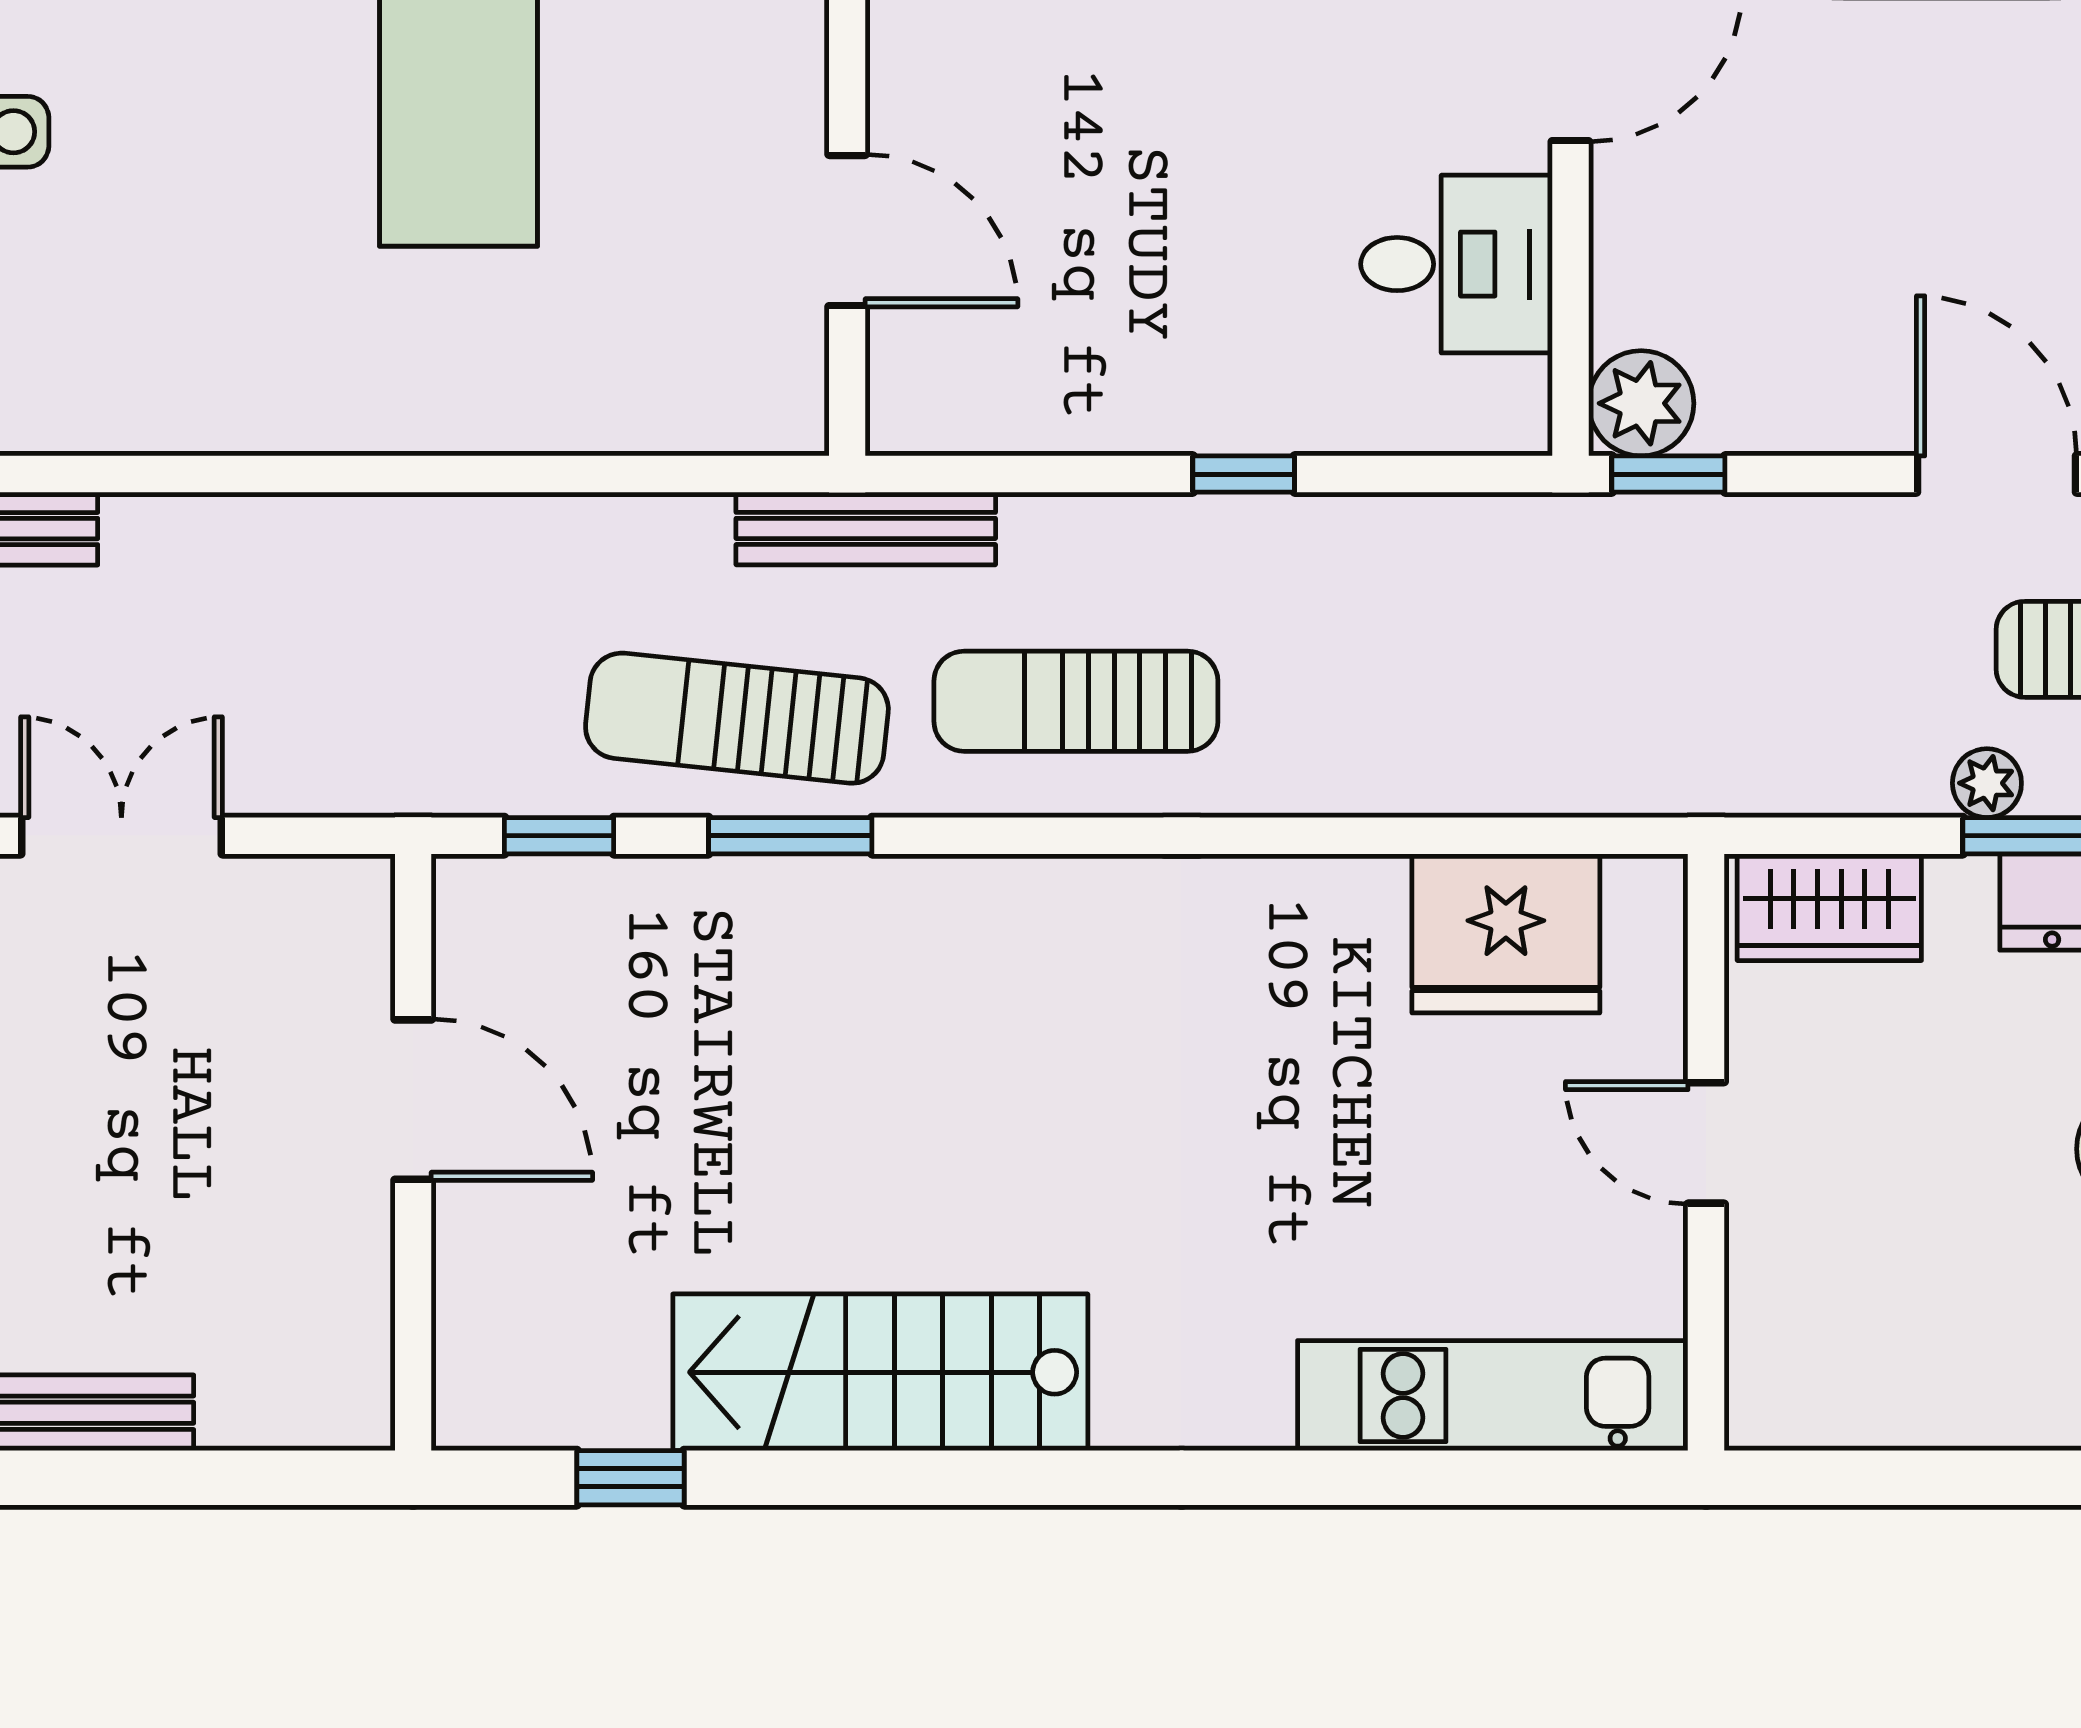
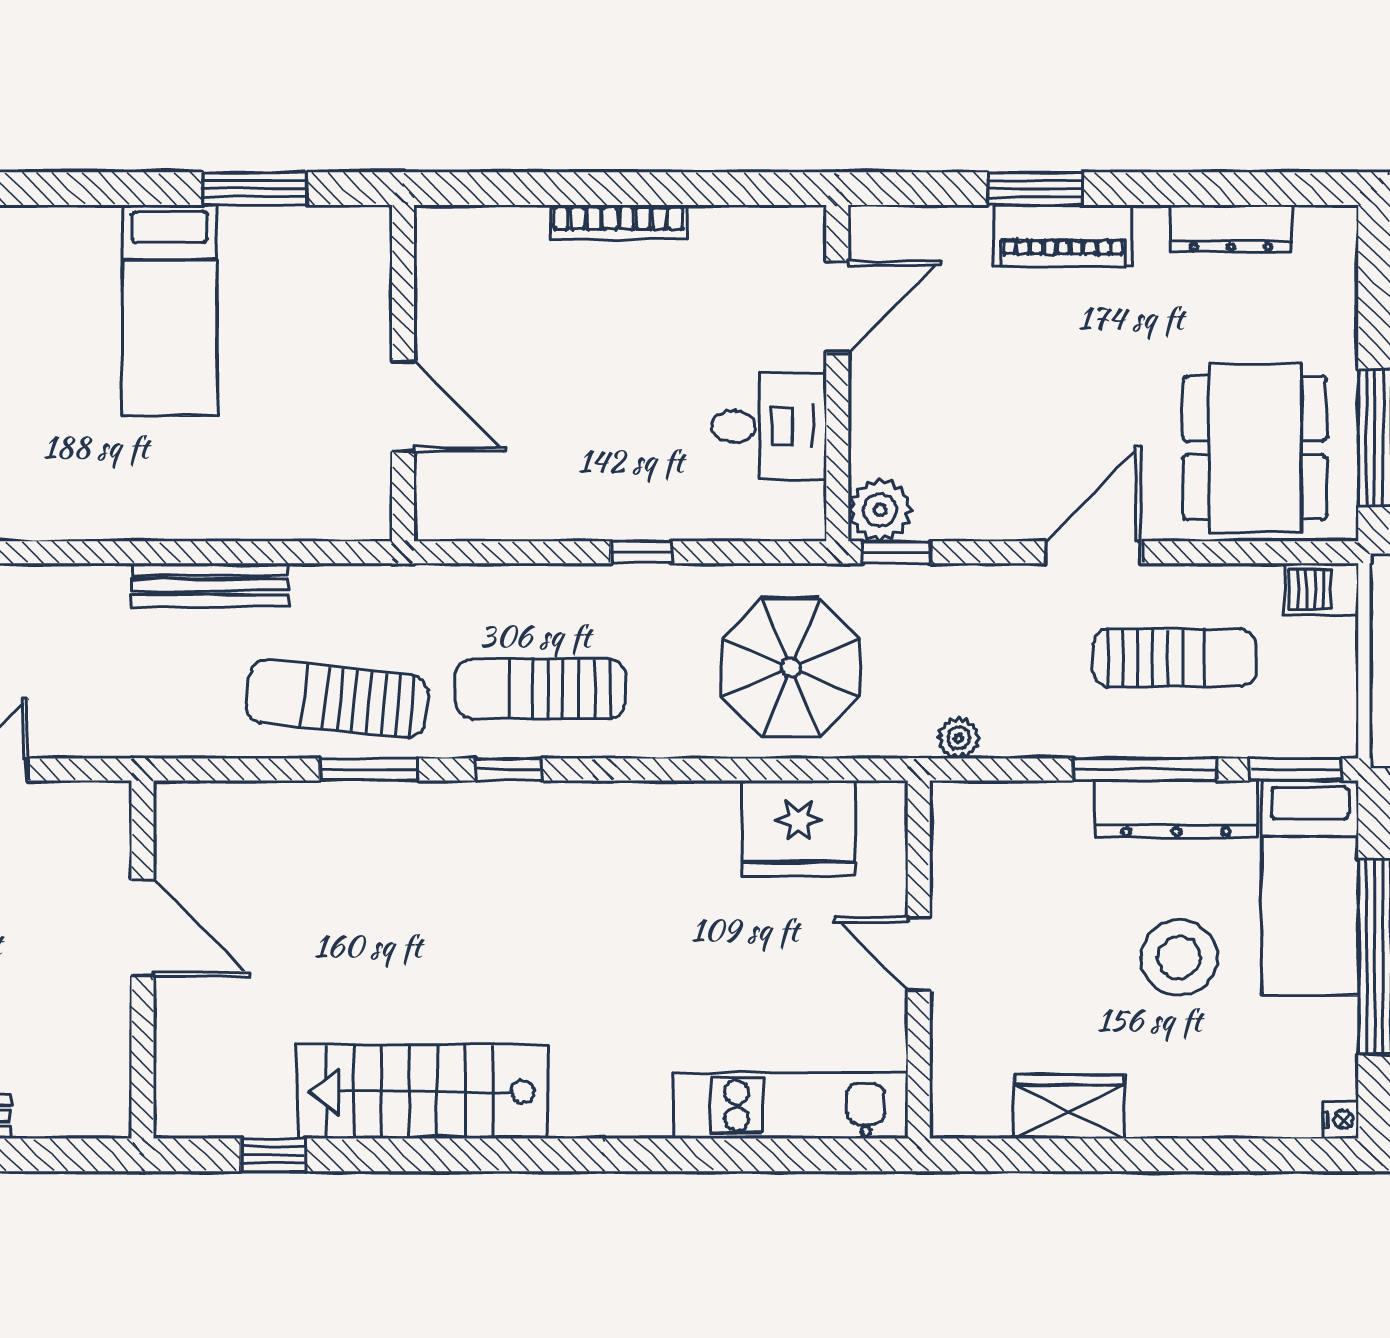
door: (1997, 474) -> (1093, 552), hinge flipped
bench: (866, 528) -> (210, 585), moved
parasol: (1493, 666) -> (791, 667), added
plant: (1987, 783) -> (959, 738), moved
window: (559, 836) -> (509, 769), moved
wardrobe: (1829, 907) -> (1069, 1107), moved, turned 180

